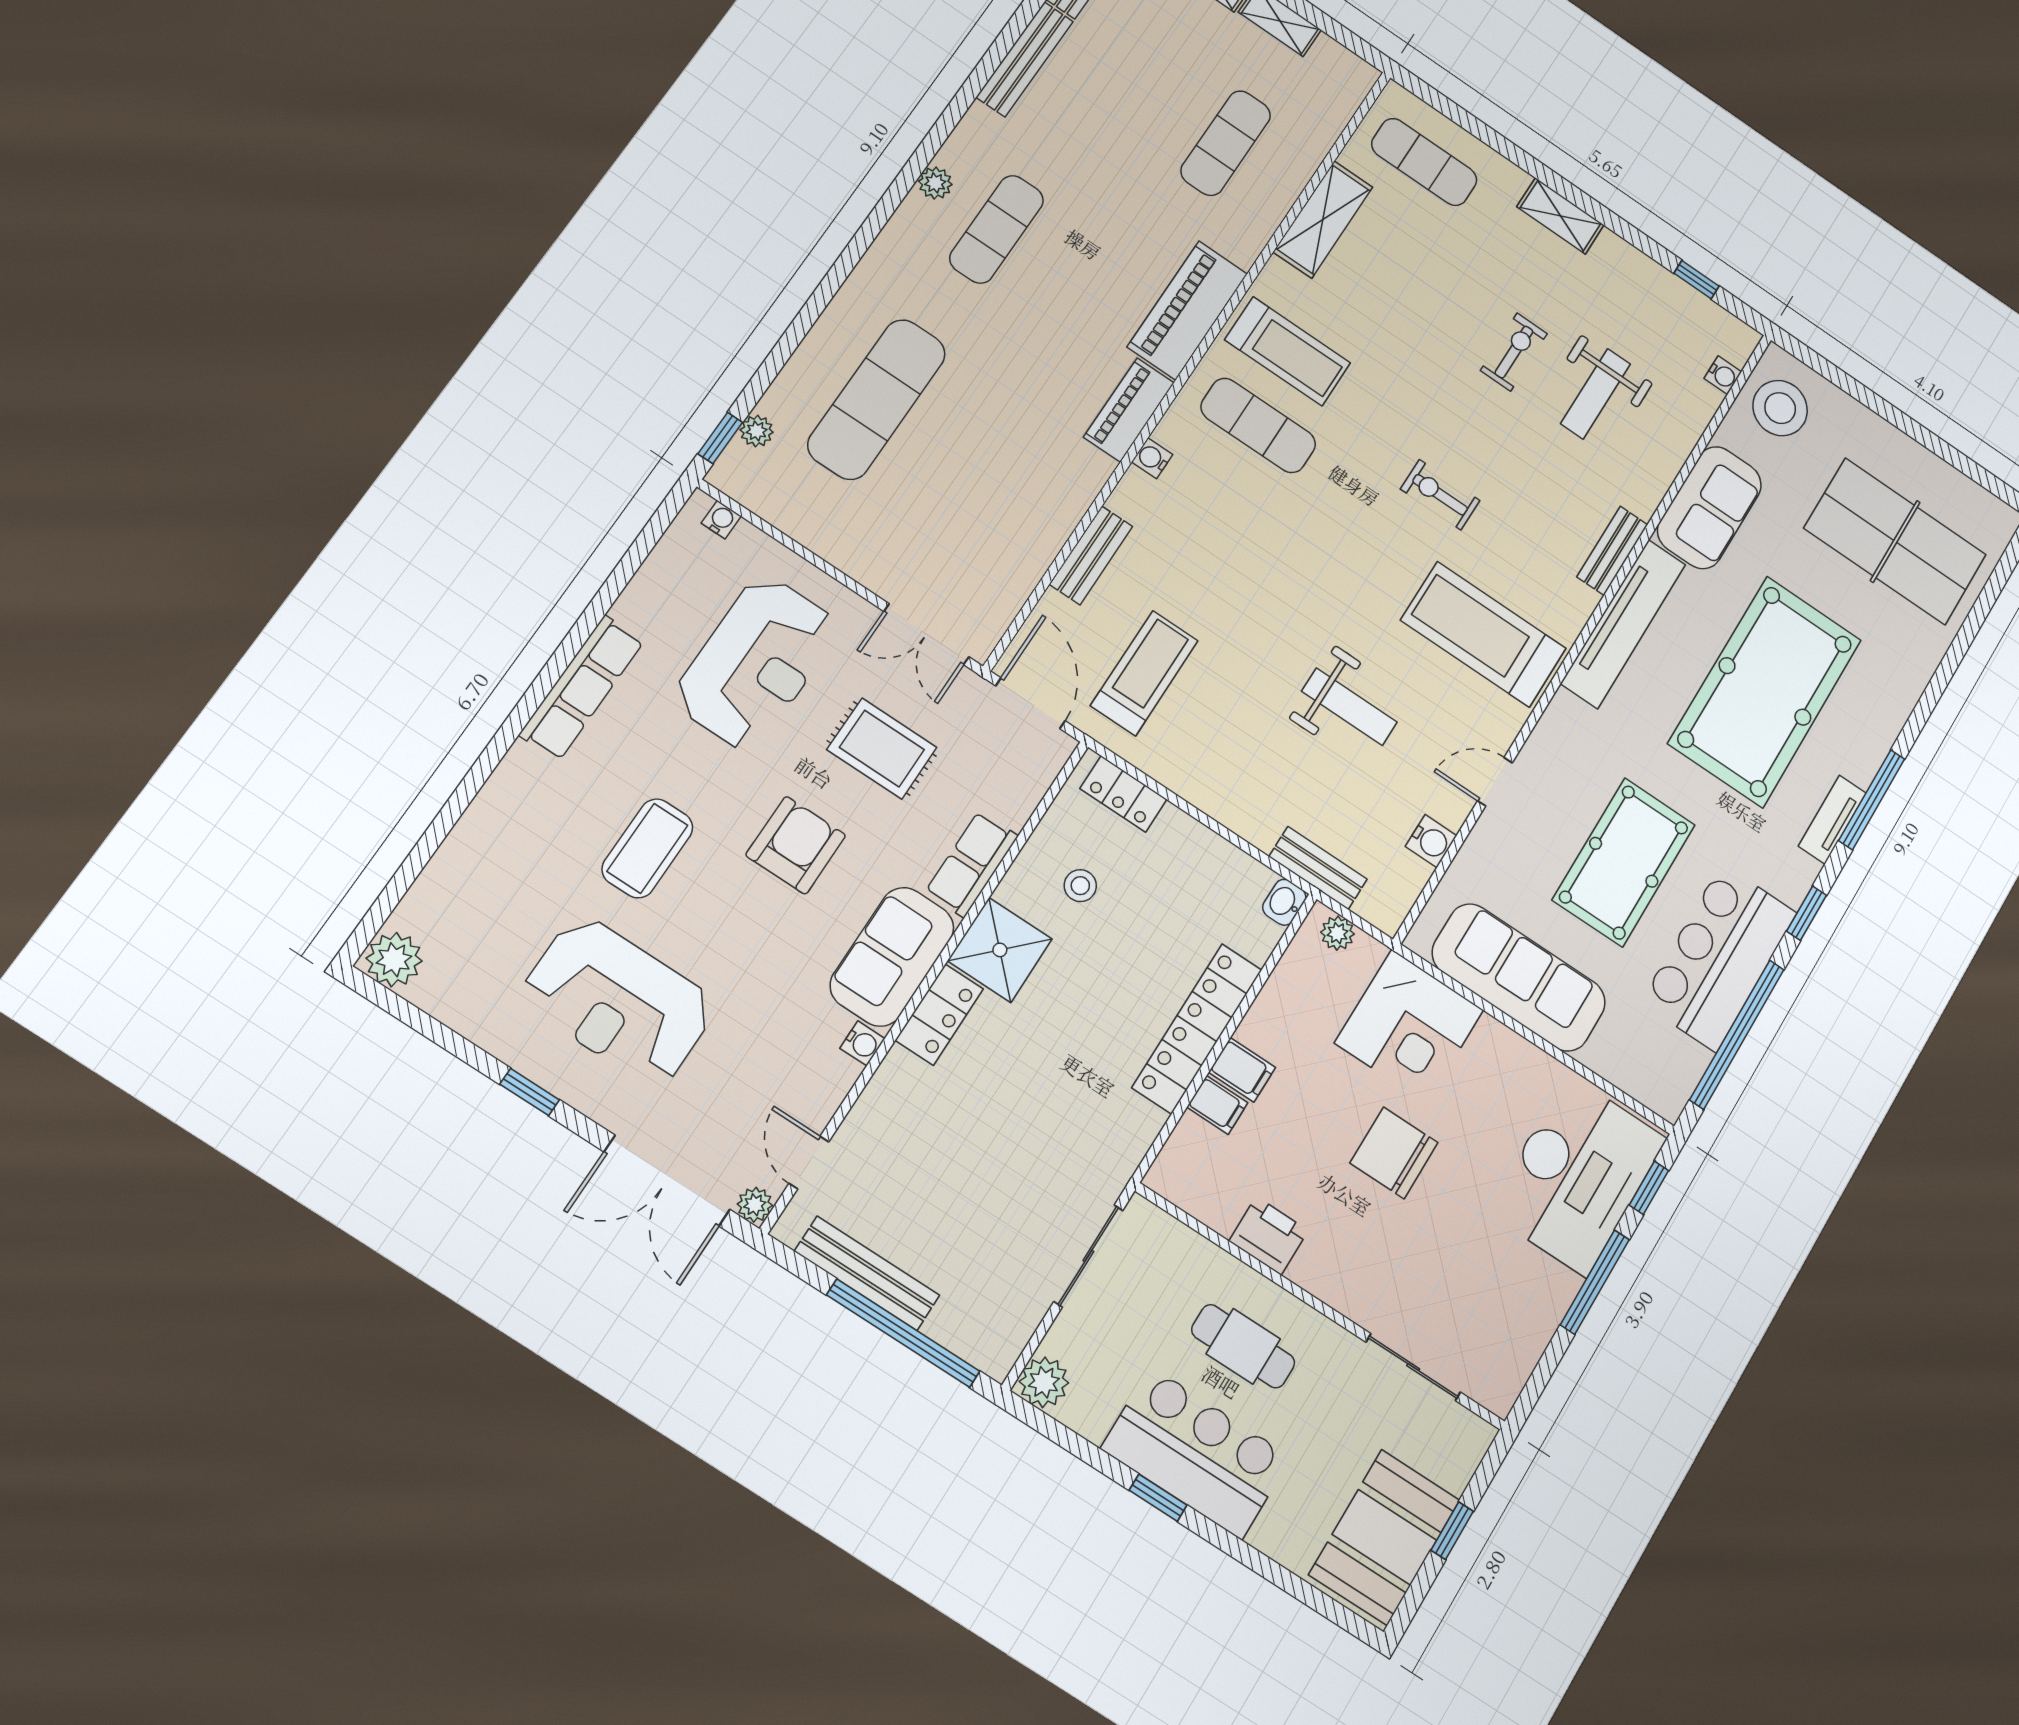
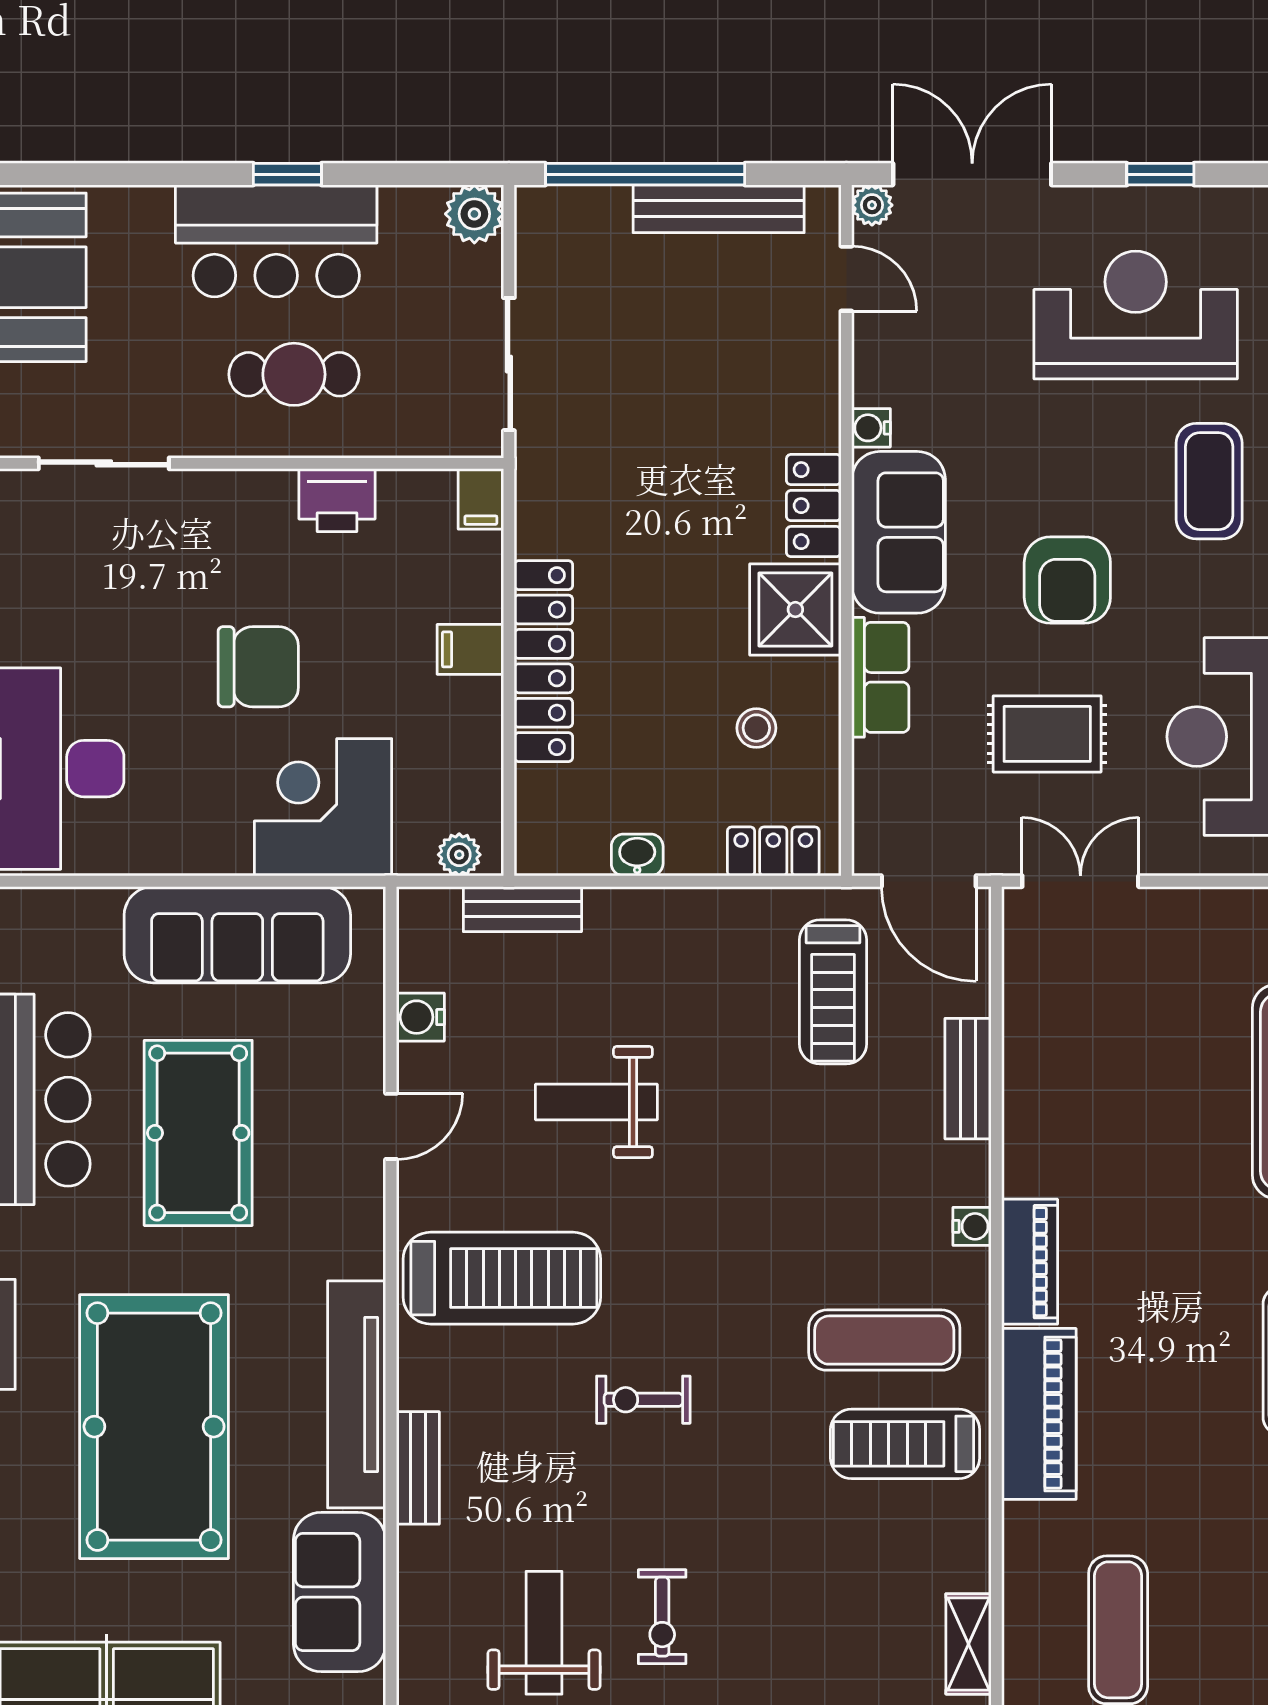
shelving: (1323, 219) -> (968, 1644), width x0.67, depth x0.75
exercise bike: (1440, 495) -> (643, 1400), turned 180
washbasin: (1284, 902) -> (637, 855), moved, turned -90
filing cabinet: (1217, 1105) -> (481, 499), moved, turned -90

